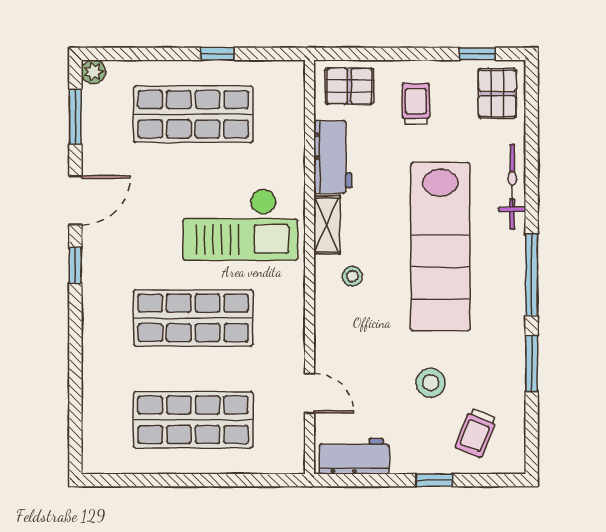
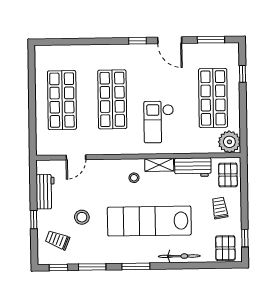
window: (217, 54) -> (243, 74), moved
plant: (93, 72) -> (229, 142), moved, width x1.87, depth x1.87
pallet: (497, 93) -> (225, 248), turned 90
trolley: (416, 104) -> (220, 208), turned -99
checkout: (240, 224) -> (159, 122), width x0.73, depth x0.83
window: (532, 275) -> (136, 266), width x0.69
window: (532, 432) -> (58, 267), added
workbench: (354, 456) -> (45, 192), moved

